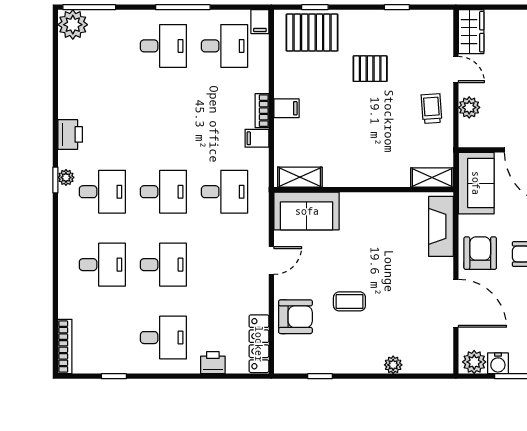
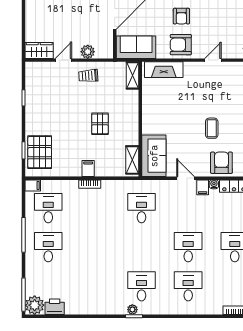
pallet: (370, 69) -> (100, 124), moved
printer: (70, 134) -> (55, 307), moved
filing cabinet: (257, 138) -> (203, 187), moved
desk: (163, 192) -> (142, 247), removed
door: (456, 303) -> (213, 60), width x0.53
water cooler: (262, 305) -> (214, 184), added

